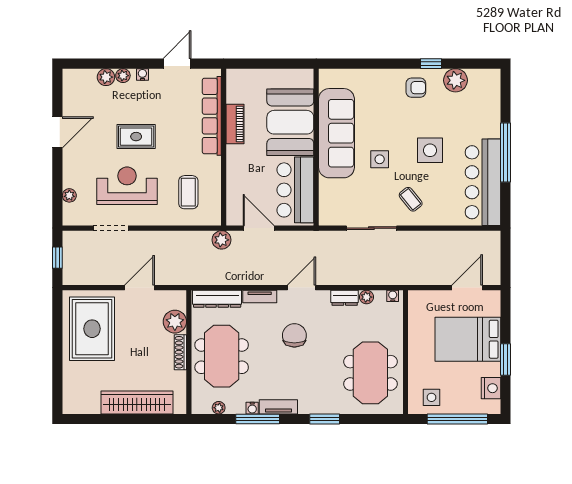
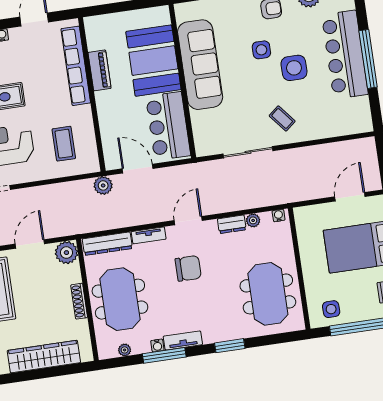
side table: (380, 159) -> (261, 50), moved
bar counter: (483, 182) -> (345, 55), moved
plant: (175, 322) -> (66, 253), moved
chair: (294, 335) -> (188, 268), turned 90

